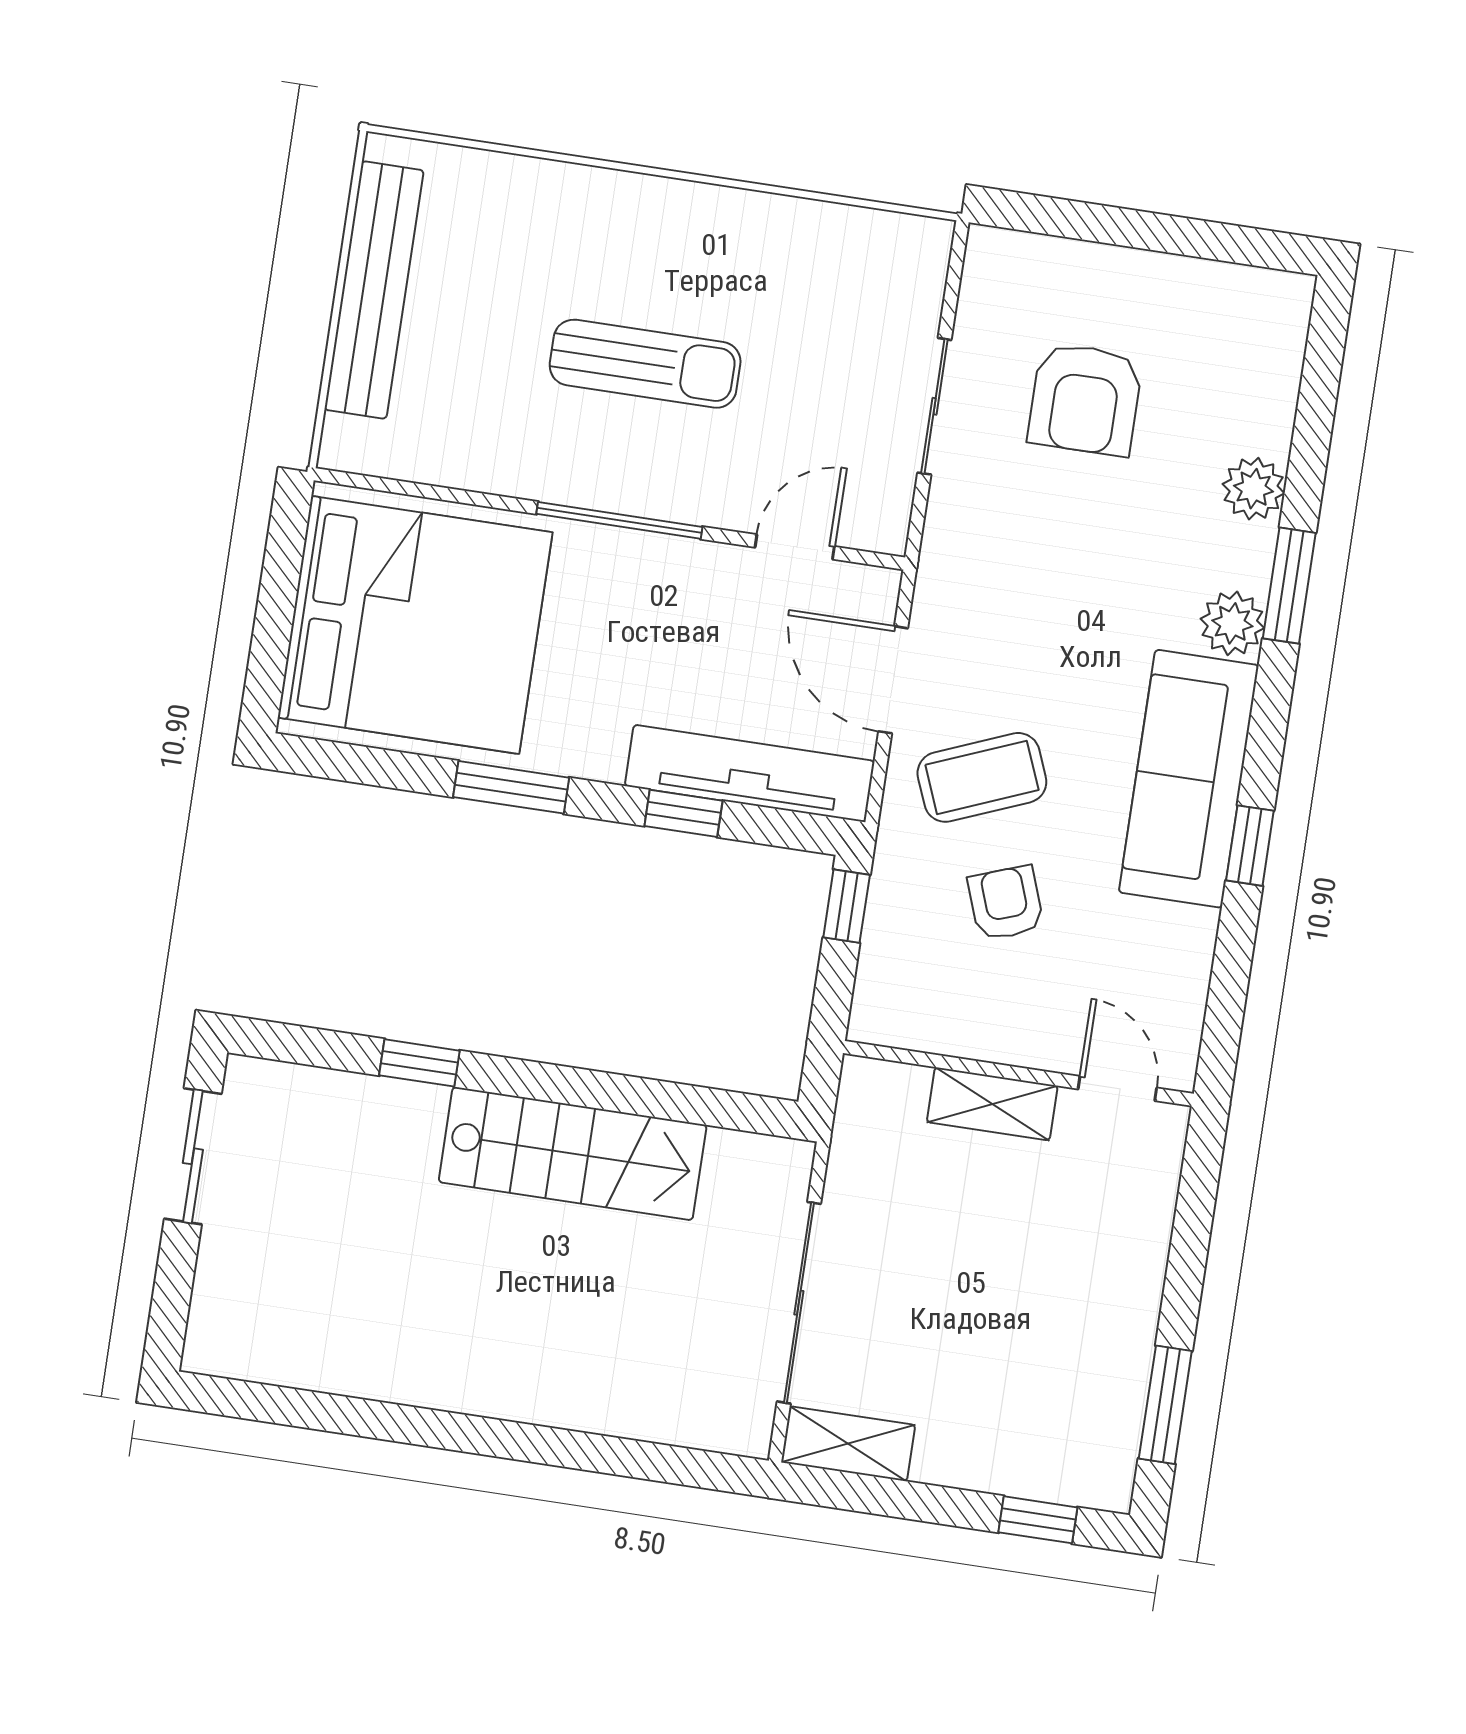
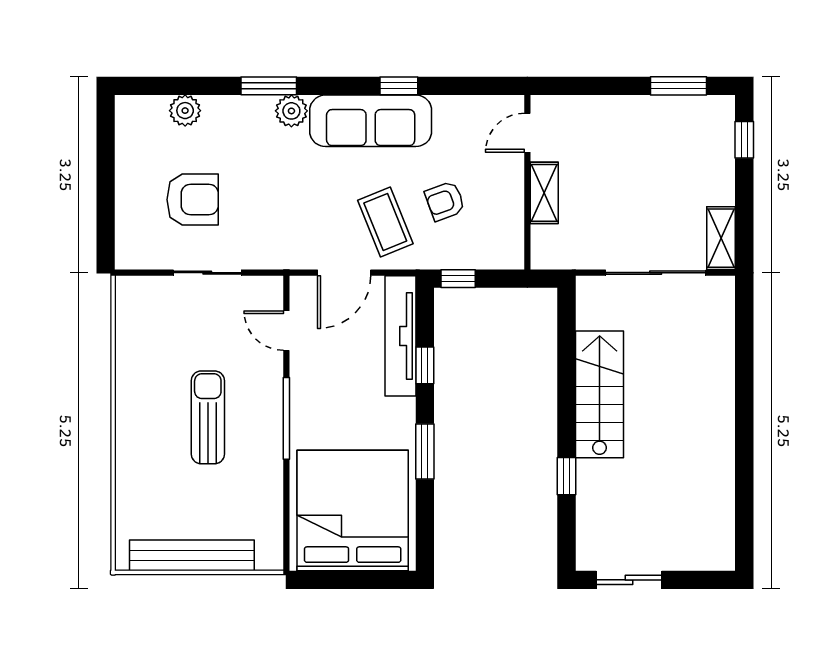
plant: (1254, 489) -> (185, 111), moved

